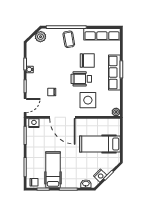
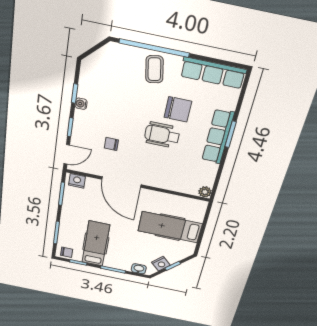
plant: (40, 37) -> (107, 55), removed
side table: (88, 100) -> (166, 167), removed

